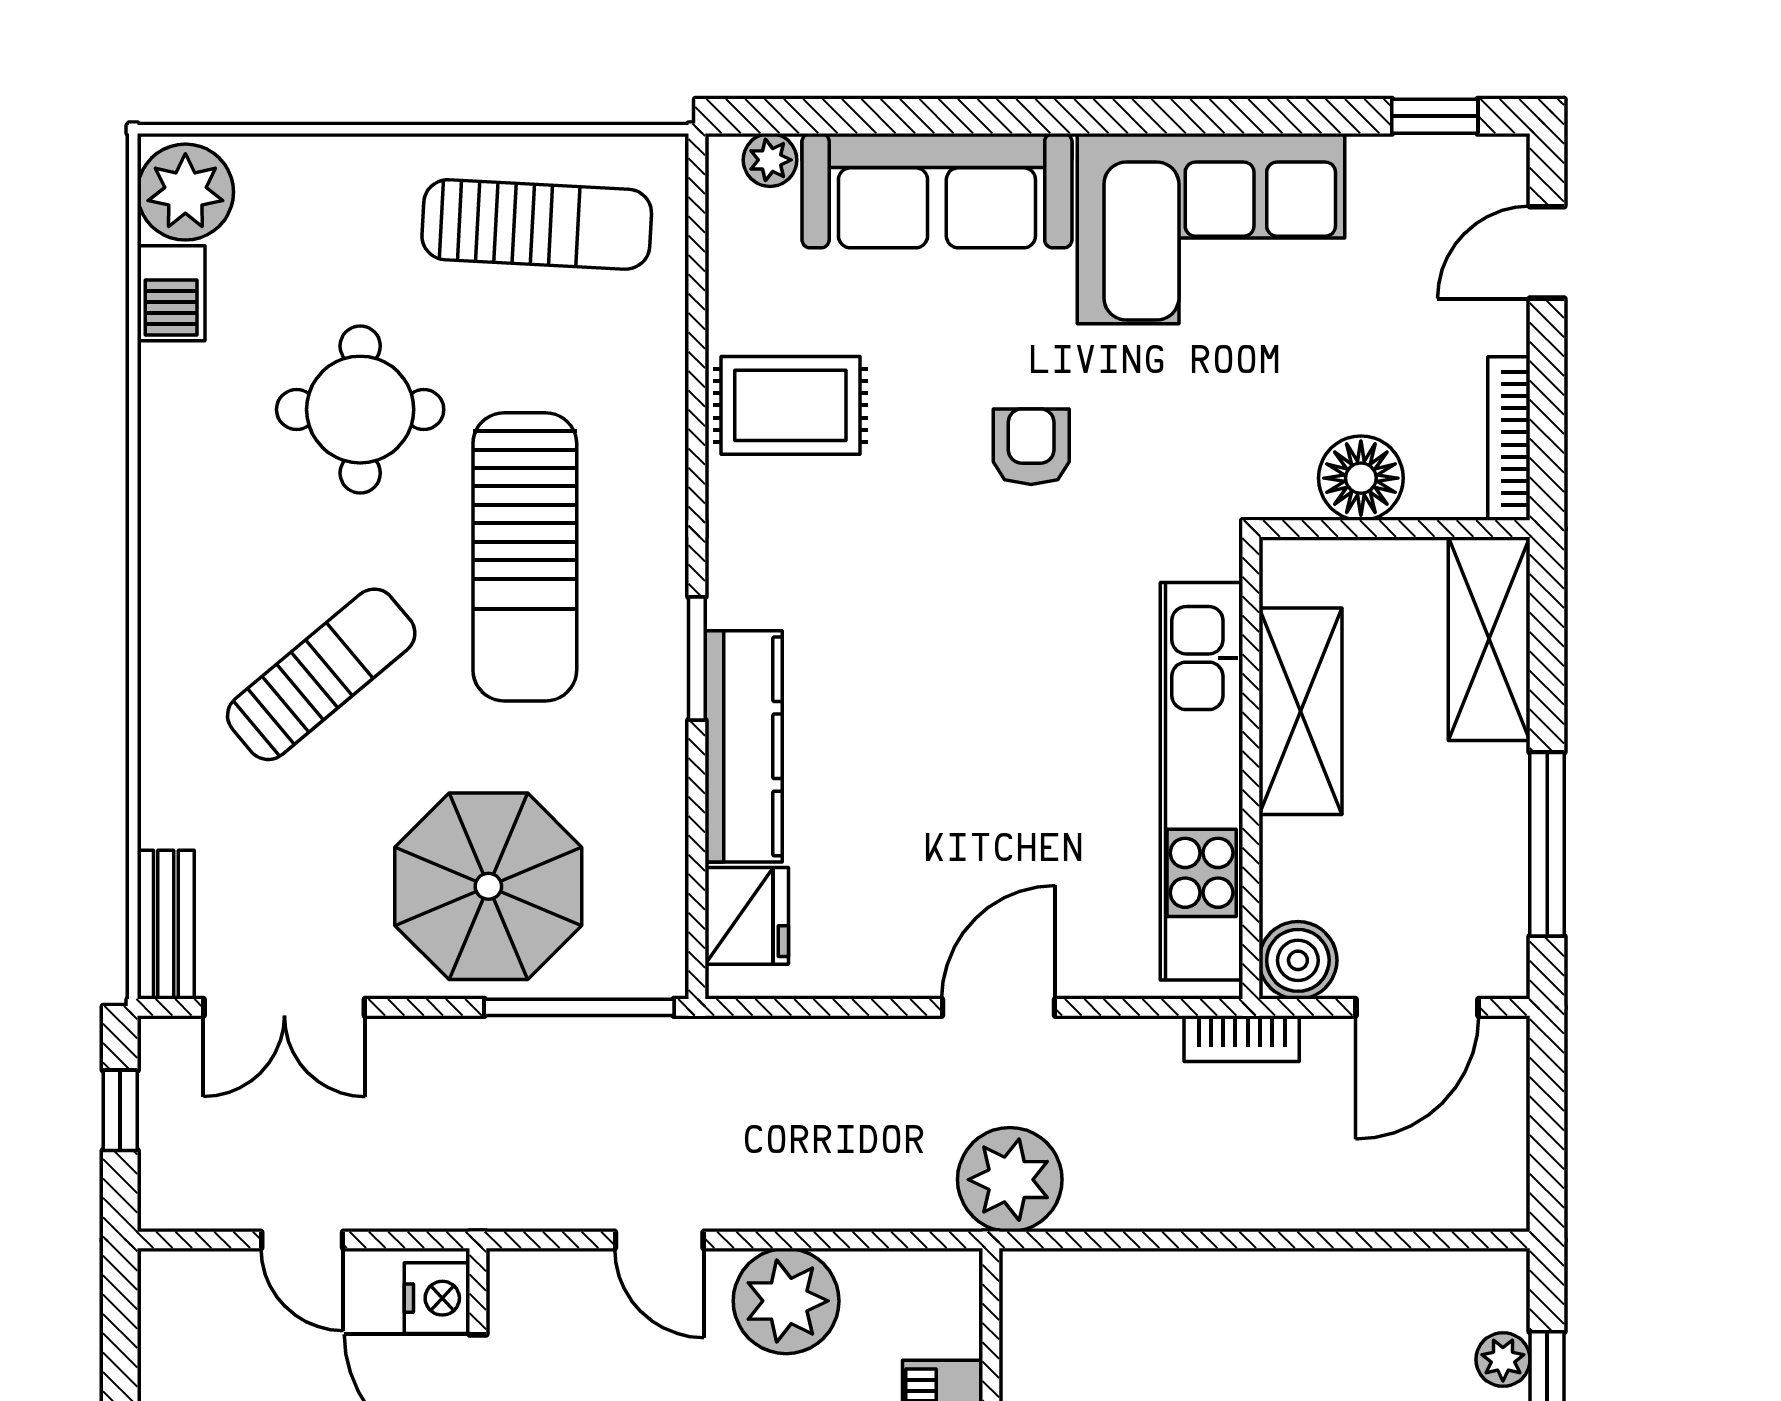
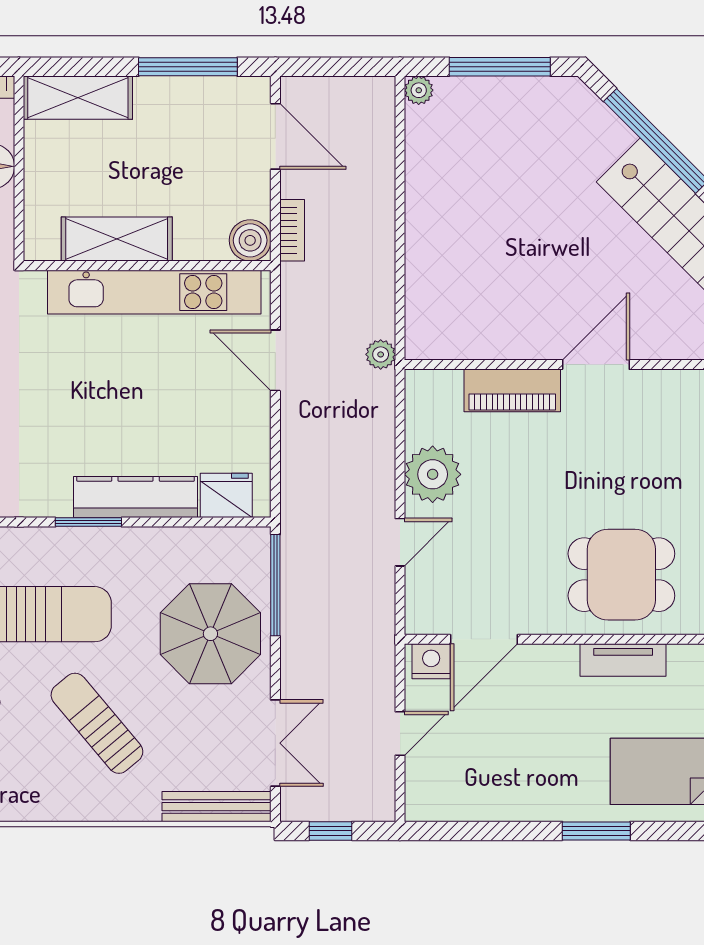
shelving: (1300, 711) -> (117, 239), moved
wall: (1251, 768) -> (147, 266), moved
kitchen unit: (1202, 781) -> (154, 292), moved
bench: (166, 925) -> (217, 807), width x1.36
boiler: (1298, 960) -> (250, 240), moved
plant: (1010, 1180) -> (381, 354), width x0.53, depth x0.53
plant: (1503, 1359) -> (419, 90), moved

